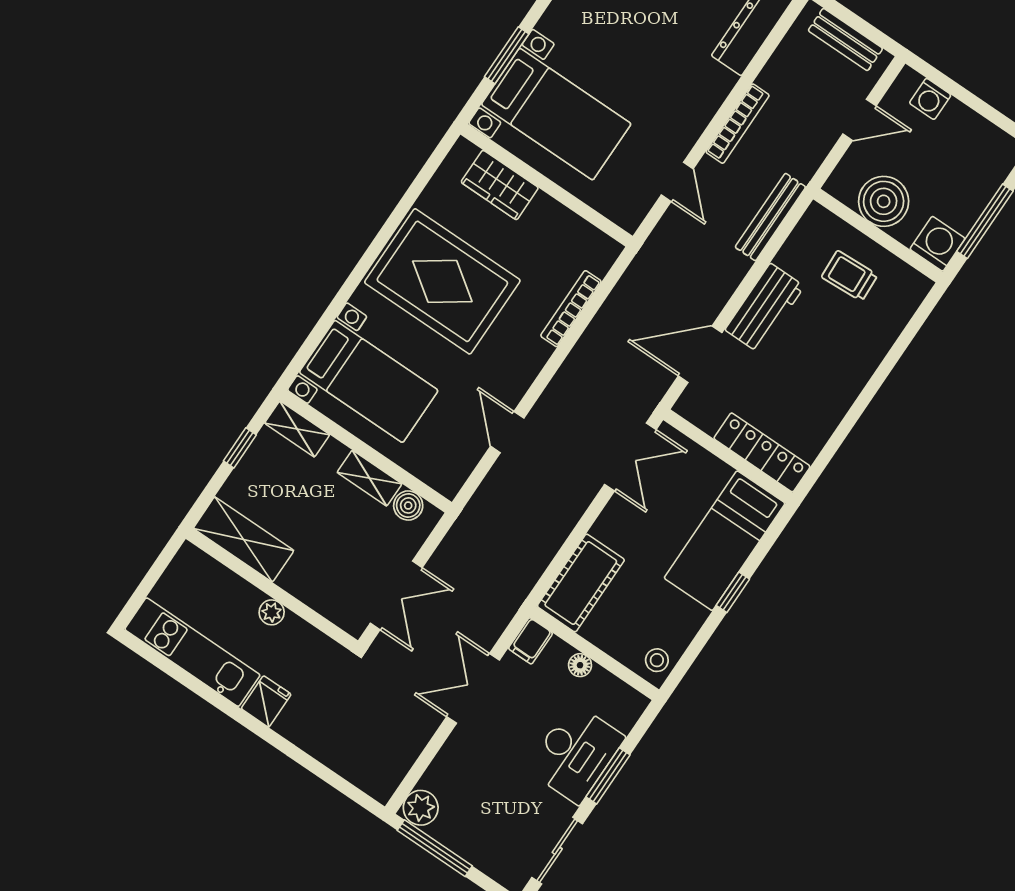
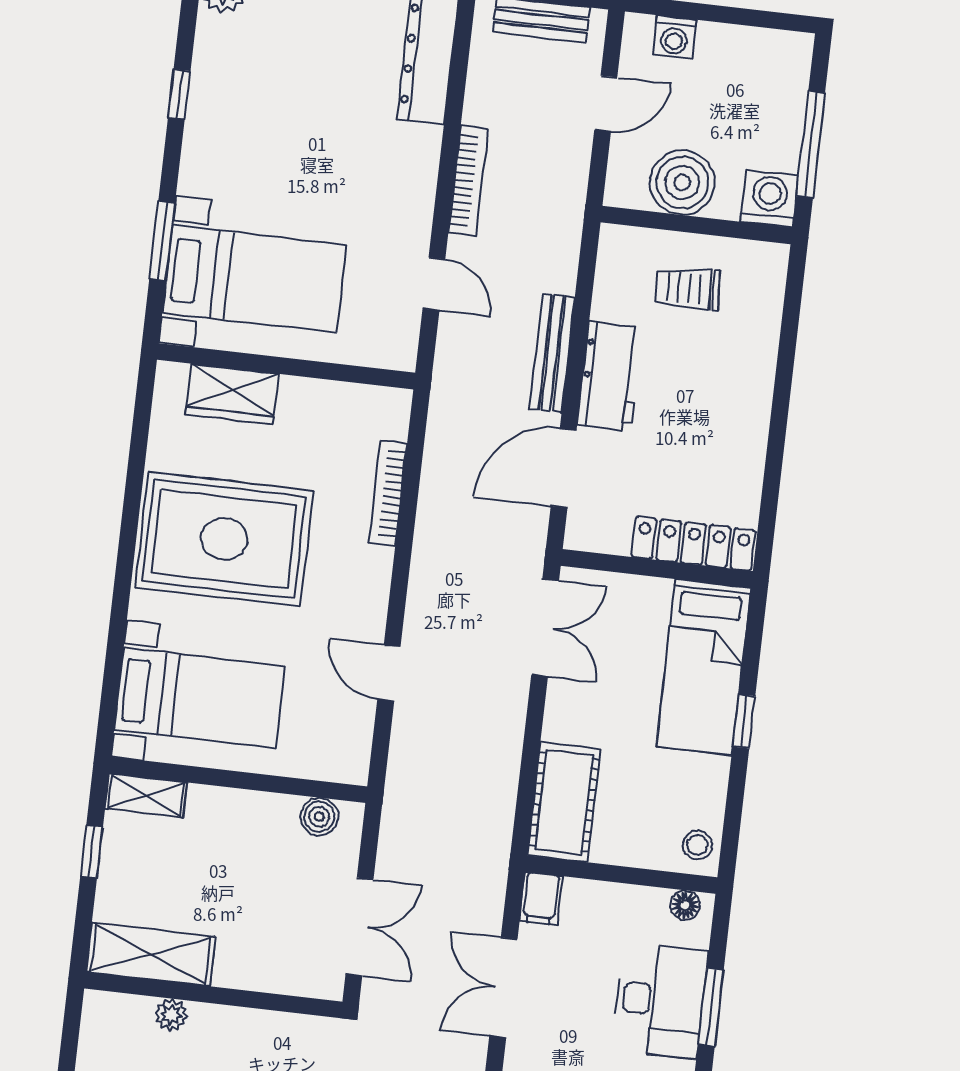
bench: (770, 217) -> (552, 353), moved
shelving: (369, 478) -> (259, 808), removed
plant: (272, 612) -> (171, 1015), moved
floor lamp: (580, 665) -> (685, 905), moved

